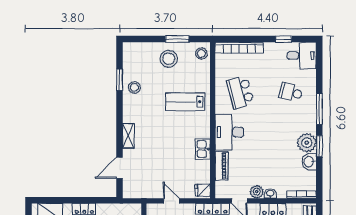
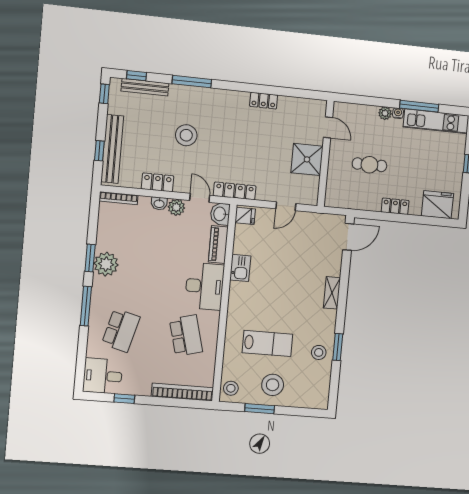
window: (120, 80) -> (338, 347), moved
school desk: (291, 92) -> (121, 330), width x1.85
lab bench: (185, 102) -> (267, 343), moved
washbasin: (309, 162) -> (220, 214), moved, turned 180
door: (120, 168) -> (348, 237), moved
door: (171, 201) -> (286, 206), hinge flipped

